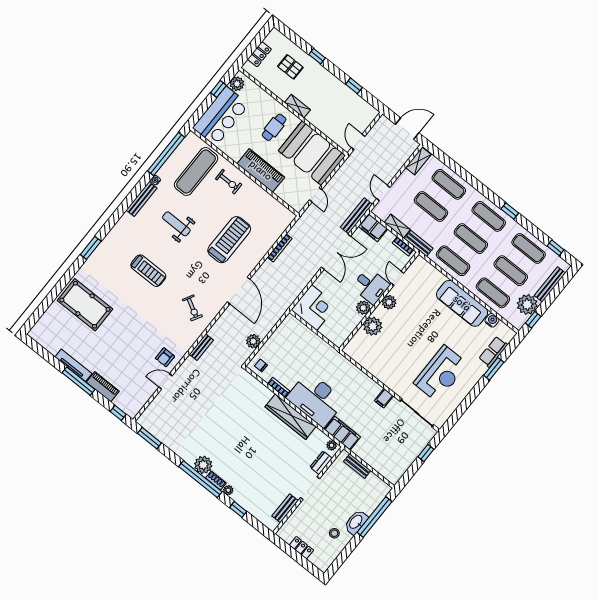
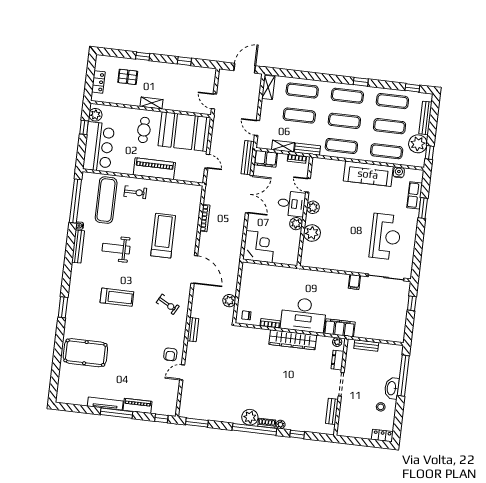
locker: (301, 548) -> (382, 436), moved

